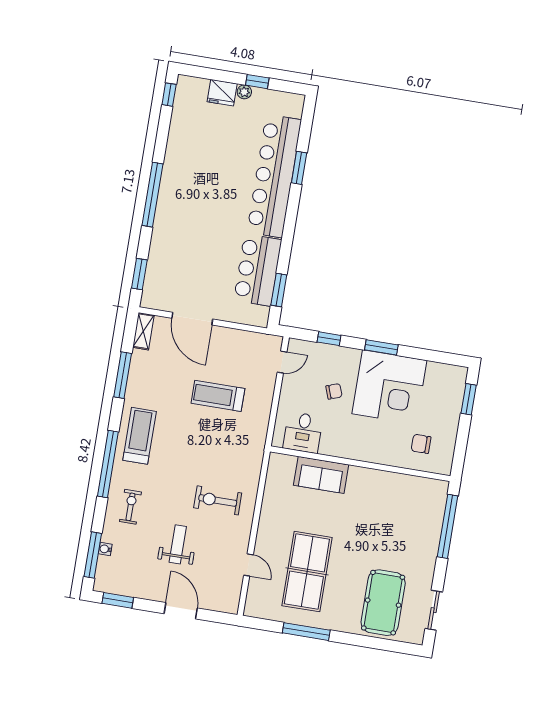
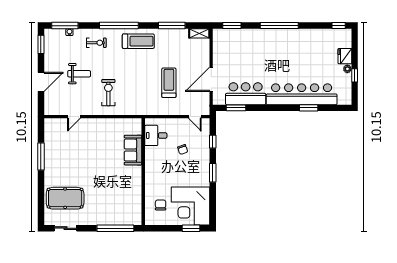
door: (192, 319) -> (211, 79), moved
corner desk: (389, 387) -> (190, 206), moved
table tennis table: (307, 572) -> (76, 151), removed

